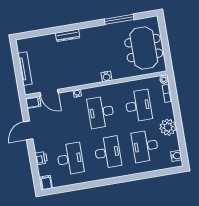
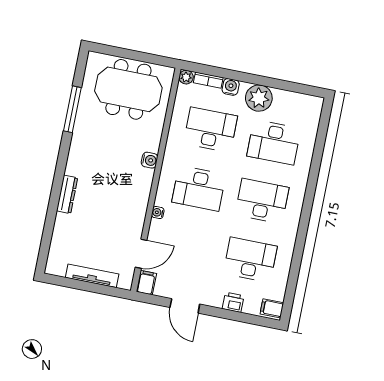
water cooler: (176, 156) -> (231, 87), moved

